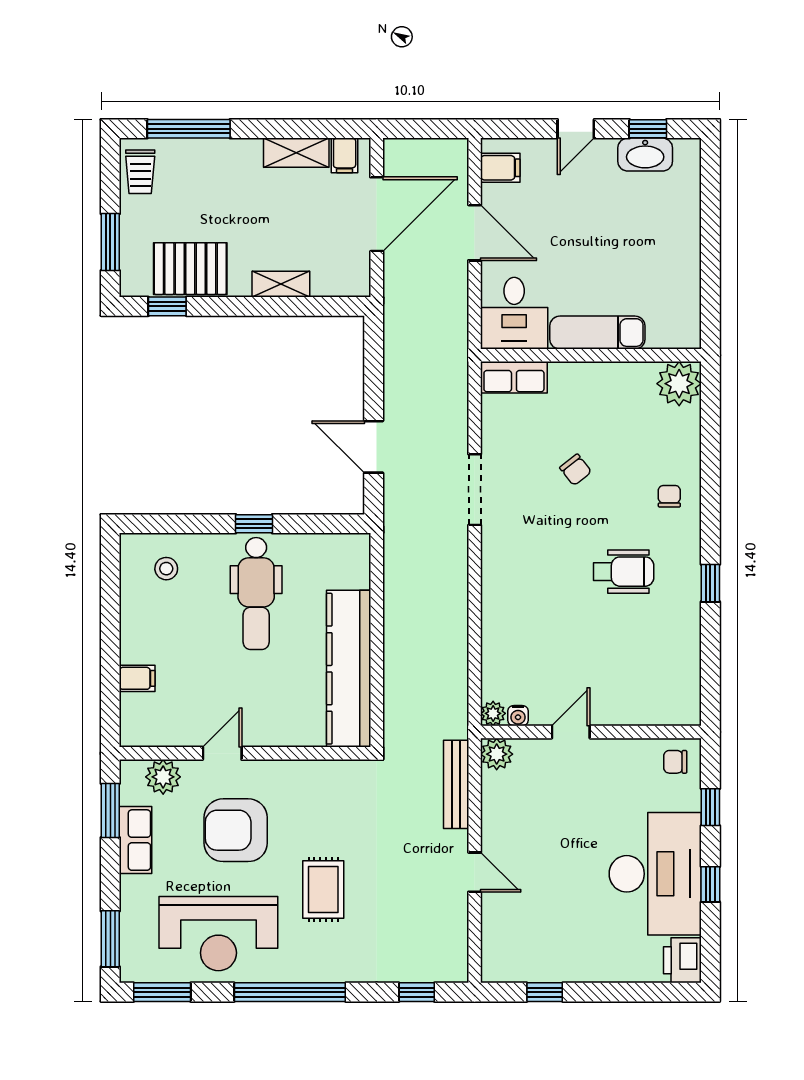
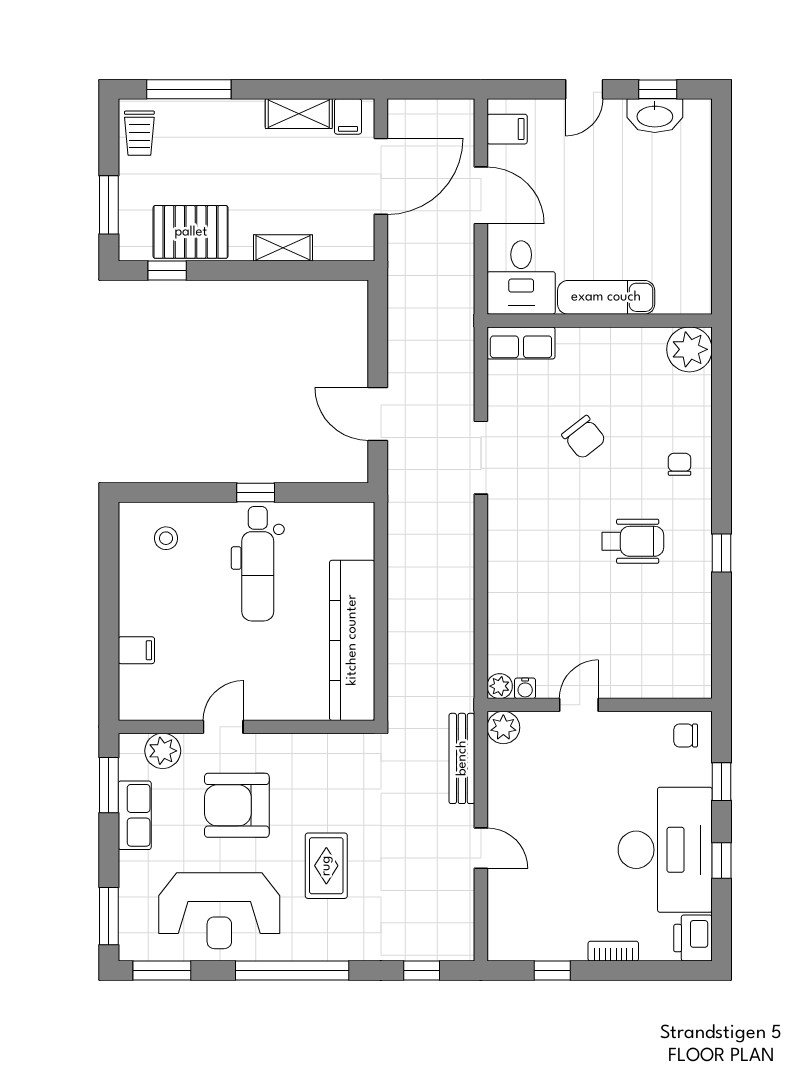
chair: (576, 470) -> (584, 437), width x1.37, depth x1.37
bookcase: (604, 973) -> (613, 951), added

